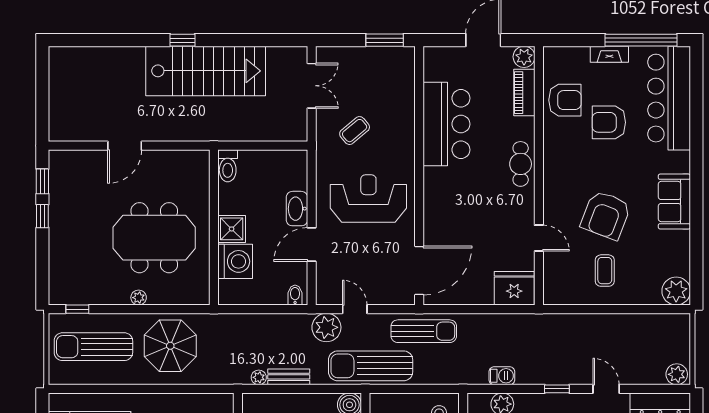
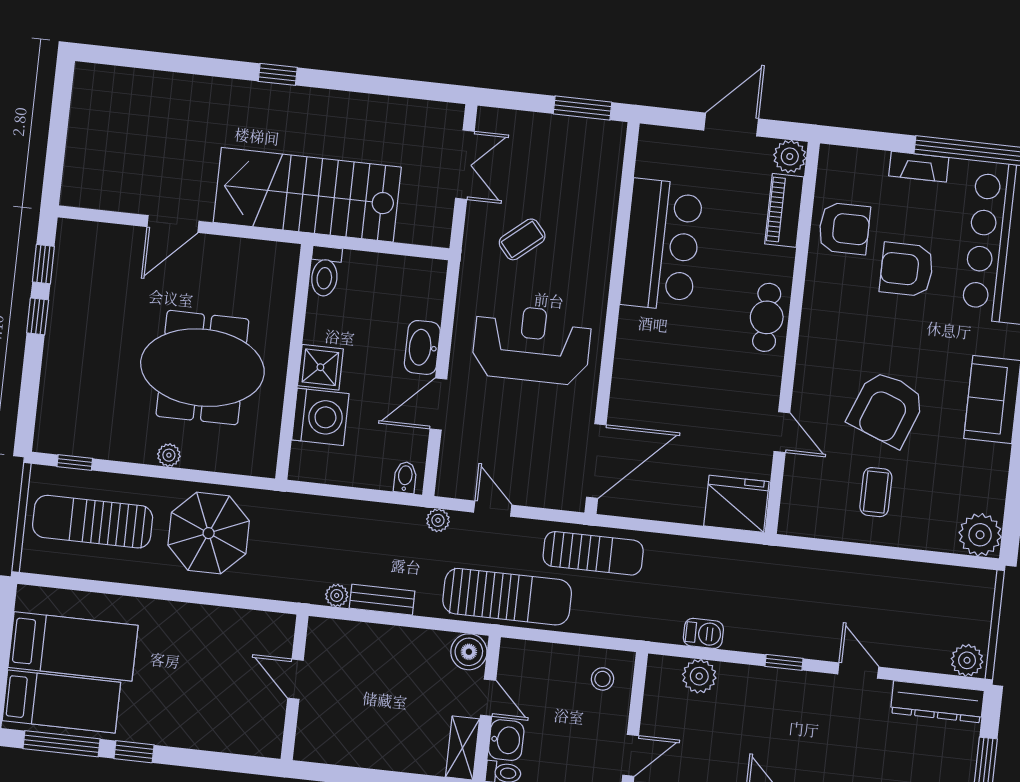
stairs: (206, 71) -> (307, 195), moved, turned 180
plant: (326, 327) -> (438, 520), width x0.53, depth x0.53
sun lounger: (371, 366) -> (507, 597), turned 180

